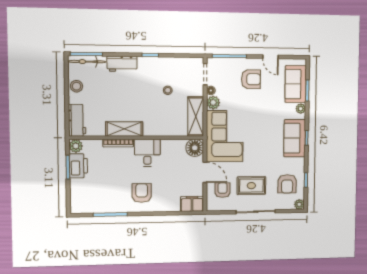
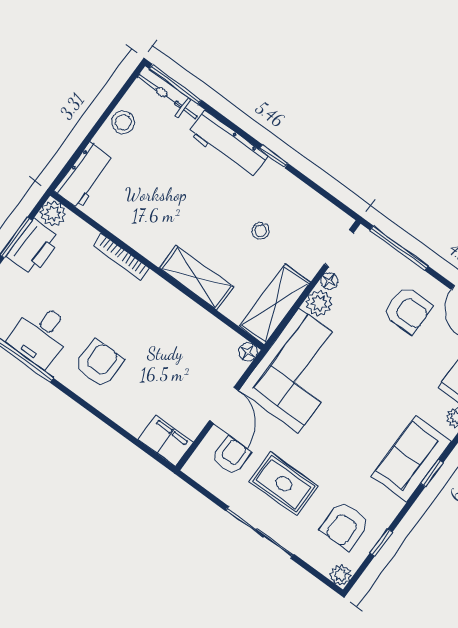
workbench: (122, 64) -> (228, 145), width x1.37
shelving: (124, 129) -> (196, 278), moved
floor lamp: (195, 148) -> (248, 352), width x0.53, depth x0.53
desk: (147, 153) -> (40, 335), moved, turned 180

